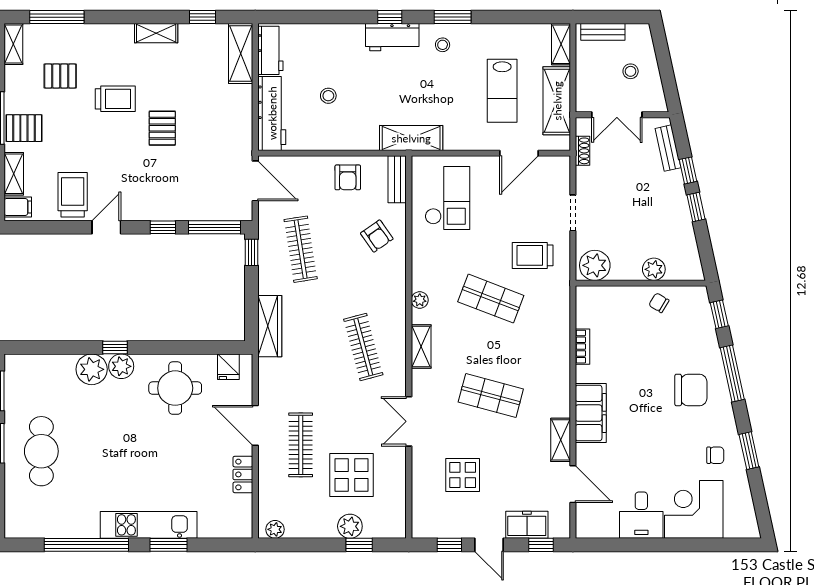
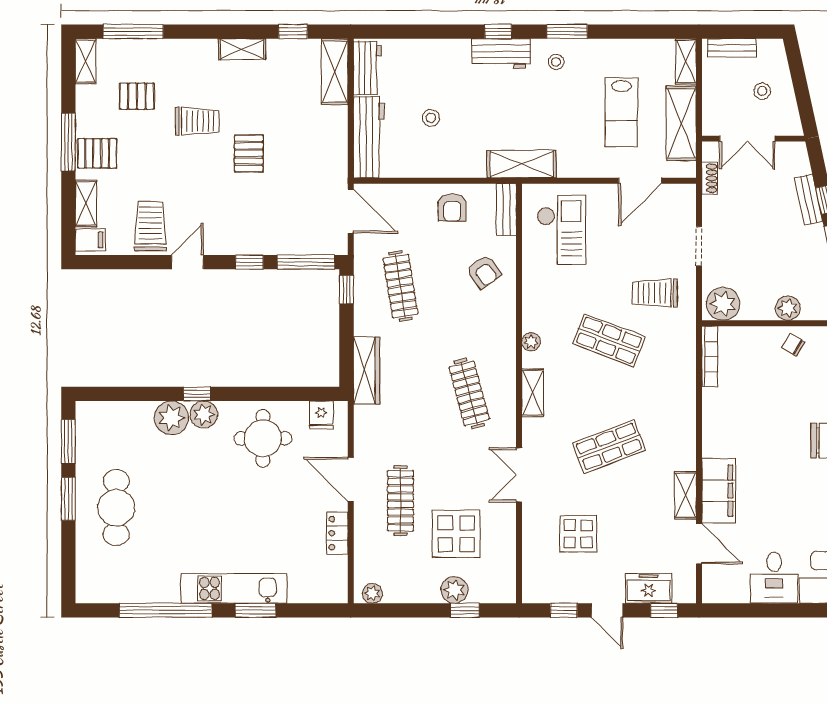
bench: (668, 148) -> (809, 200), moved
bookcase: (583, 347) -> (710, 357), moved, width x1.56
shop shelf: (491, 396) -> (609, 447), turned -36
filing cabinet: (591, 413) -> (719, 491), moved

